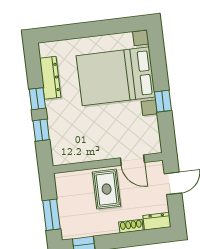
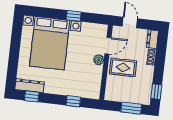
dresser: (50, 78) -> (30, 86), moved
window: (37, 99) -> (32, 96), moved
plant: (109, 152) -> (99, 60), added

